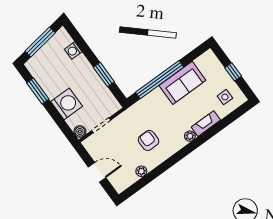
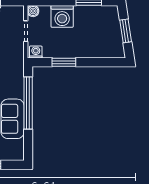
window: (40, 42) -> (126, 31), width x0.69
washing machine: (73, 50) -> (36, 52), moved

